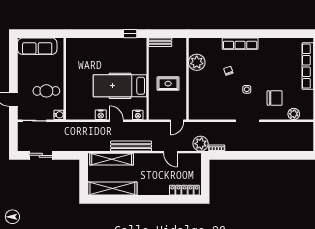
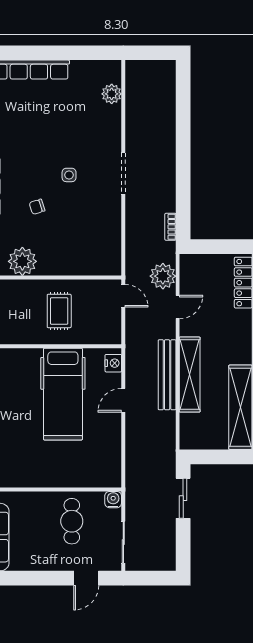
chair: (275, 98) -> (84, 127), removed
nightstand: (101, 115) -> (113, 427), removed
plant: (201, 144) -> (163, 276), moved
sliding door: (41, 155) -> (183, 498), moved
shelving: (112, 159) -> (190, 375), moved

